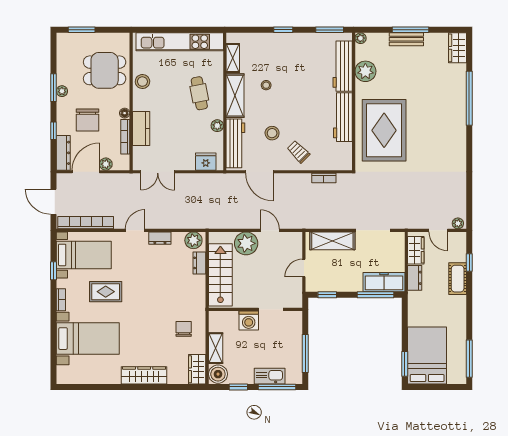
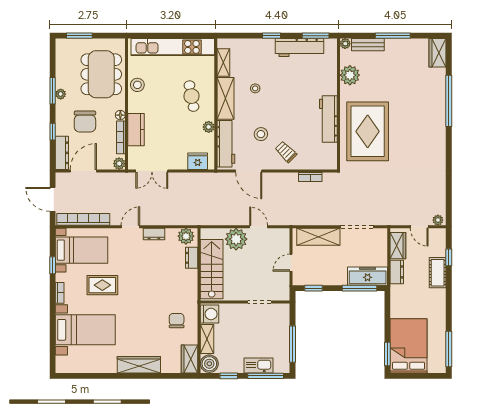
bench: (406, 39) -> (368, 45), moved
workbench: (343, 66) -> (299, 47), moved, turned -90
dining table: (105, 70) -> (101, 74), width x1.38
plant: (106, 164) -> (119, 164), moved
washing machine: (249, 320) -> (210, 314), moved, turned -90

